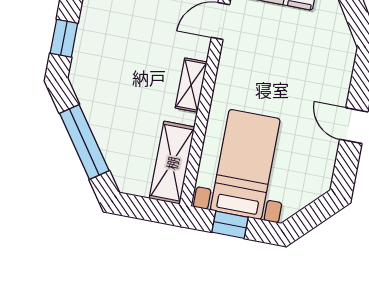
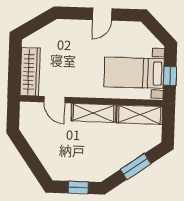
shelving: (191, 85) -> (94, 113), width x1.50, depth x1.33
window: (84, 142) -> (136, 167), width x0.69

